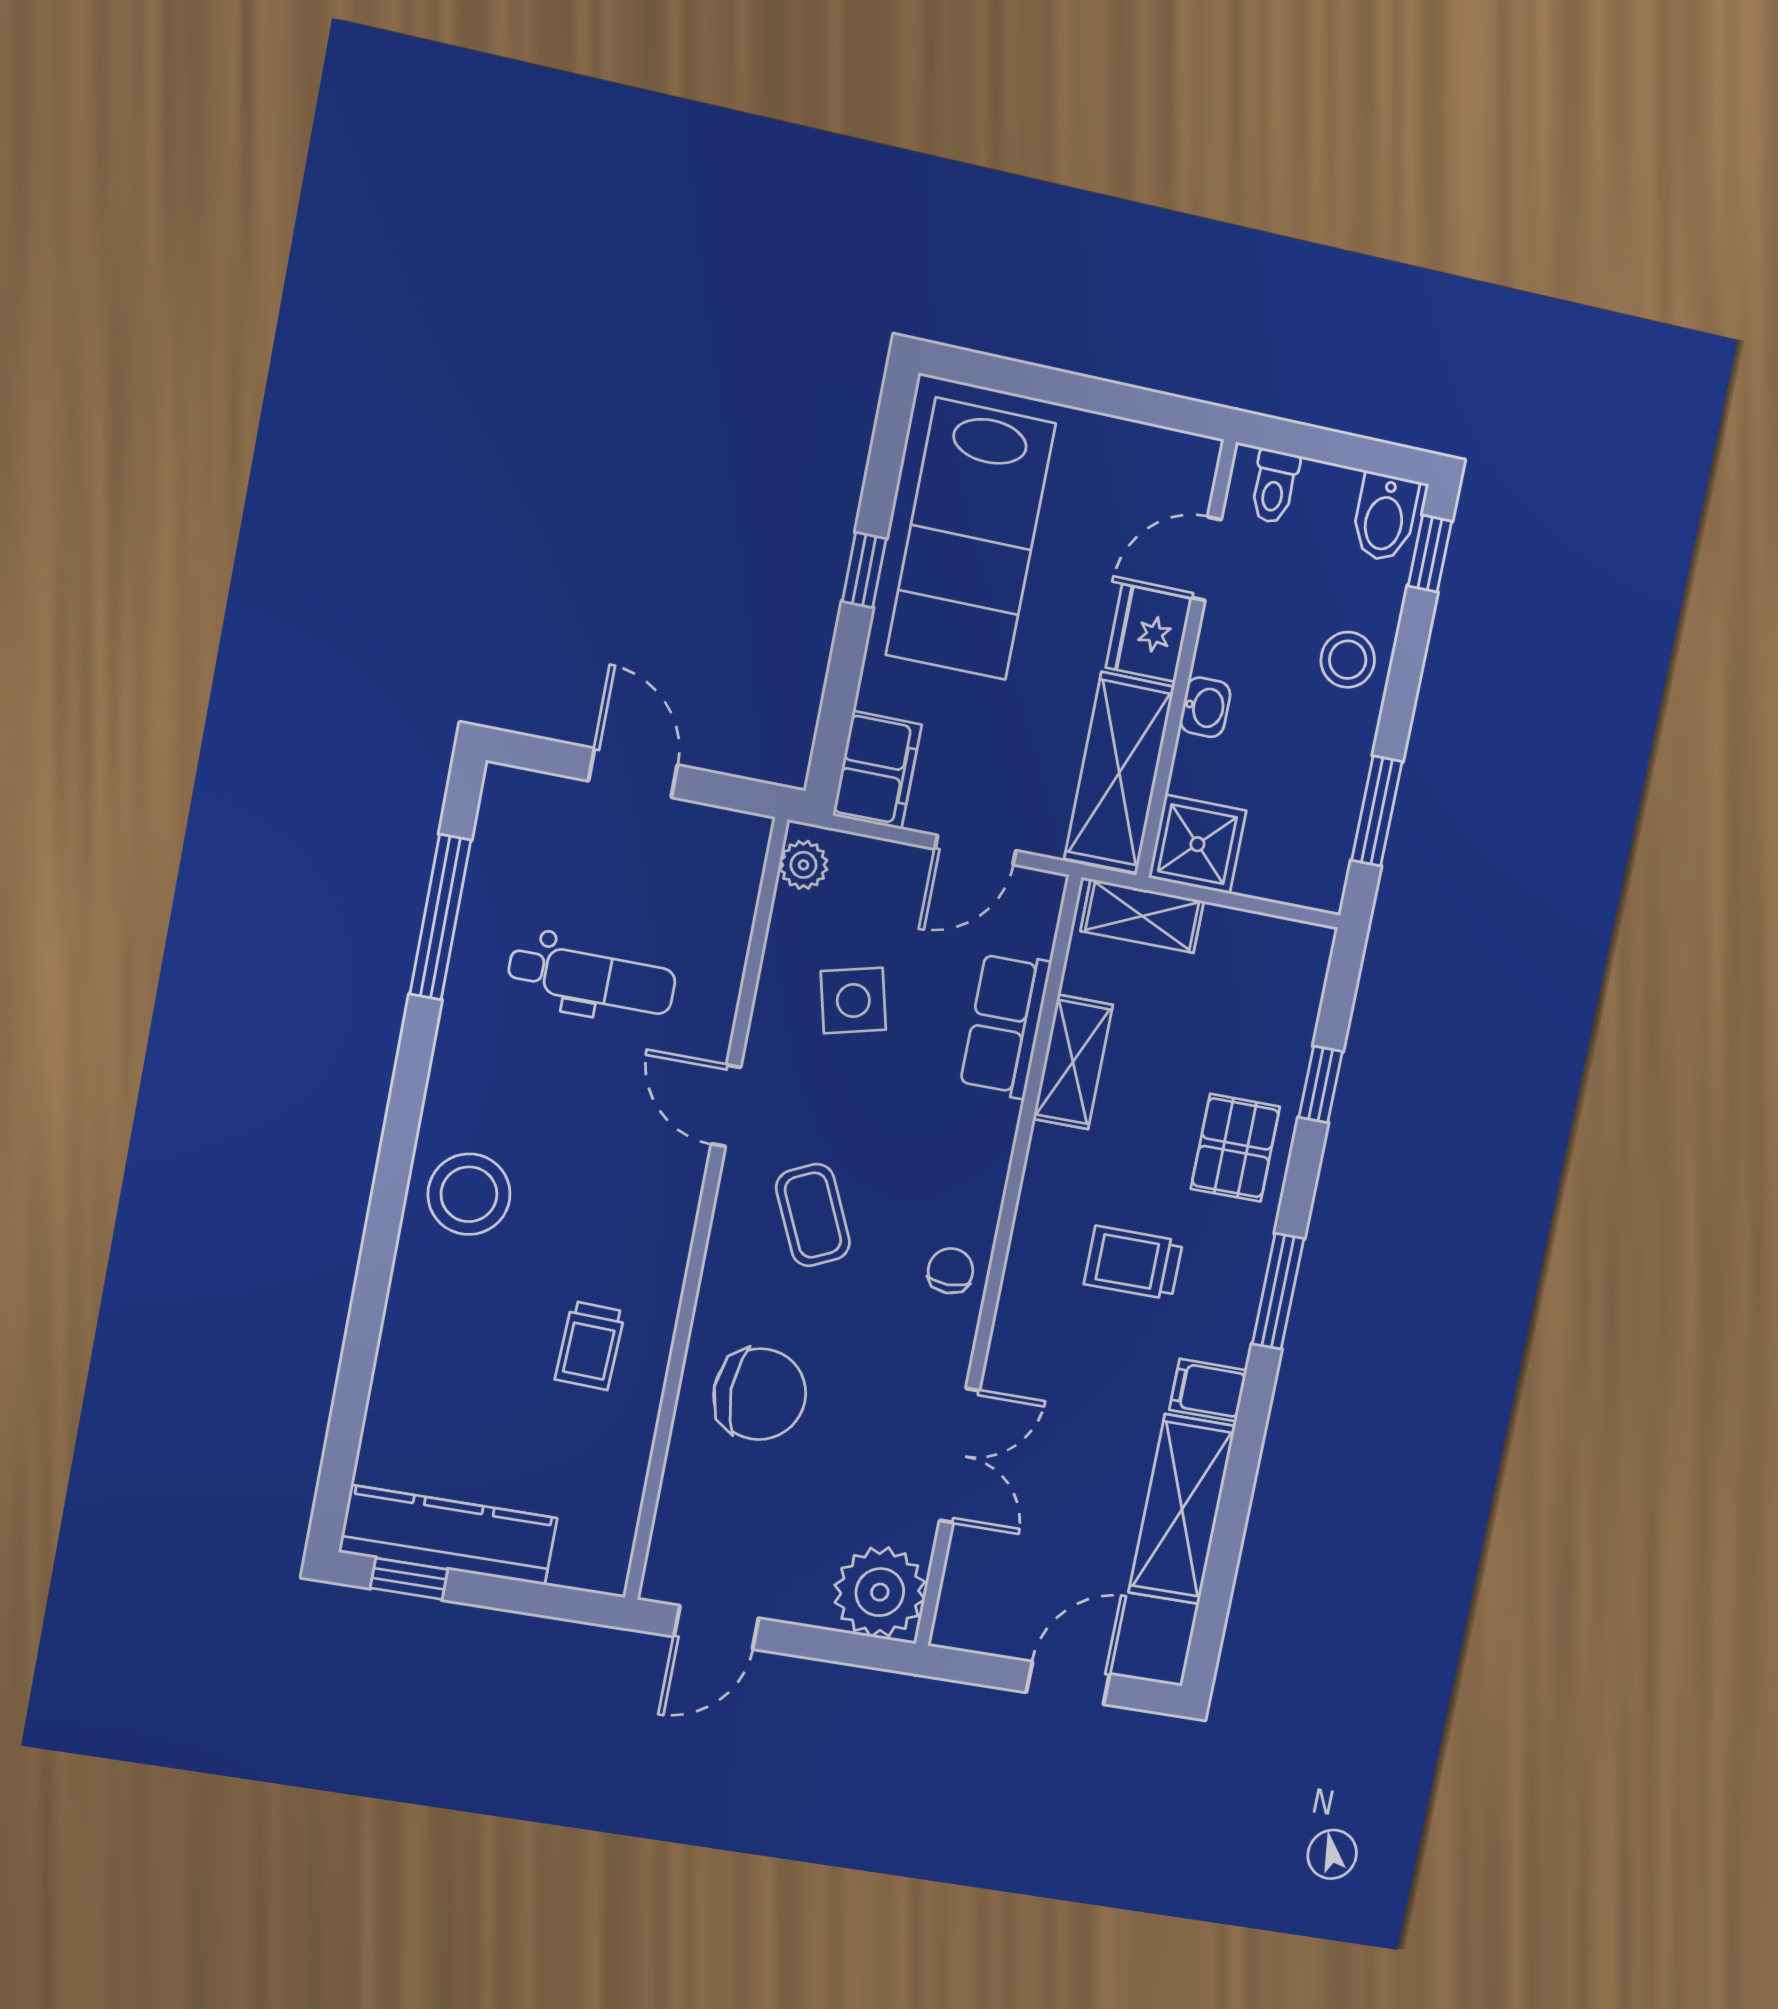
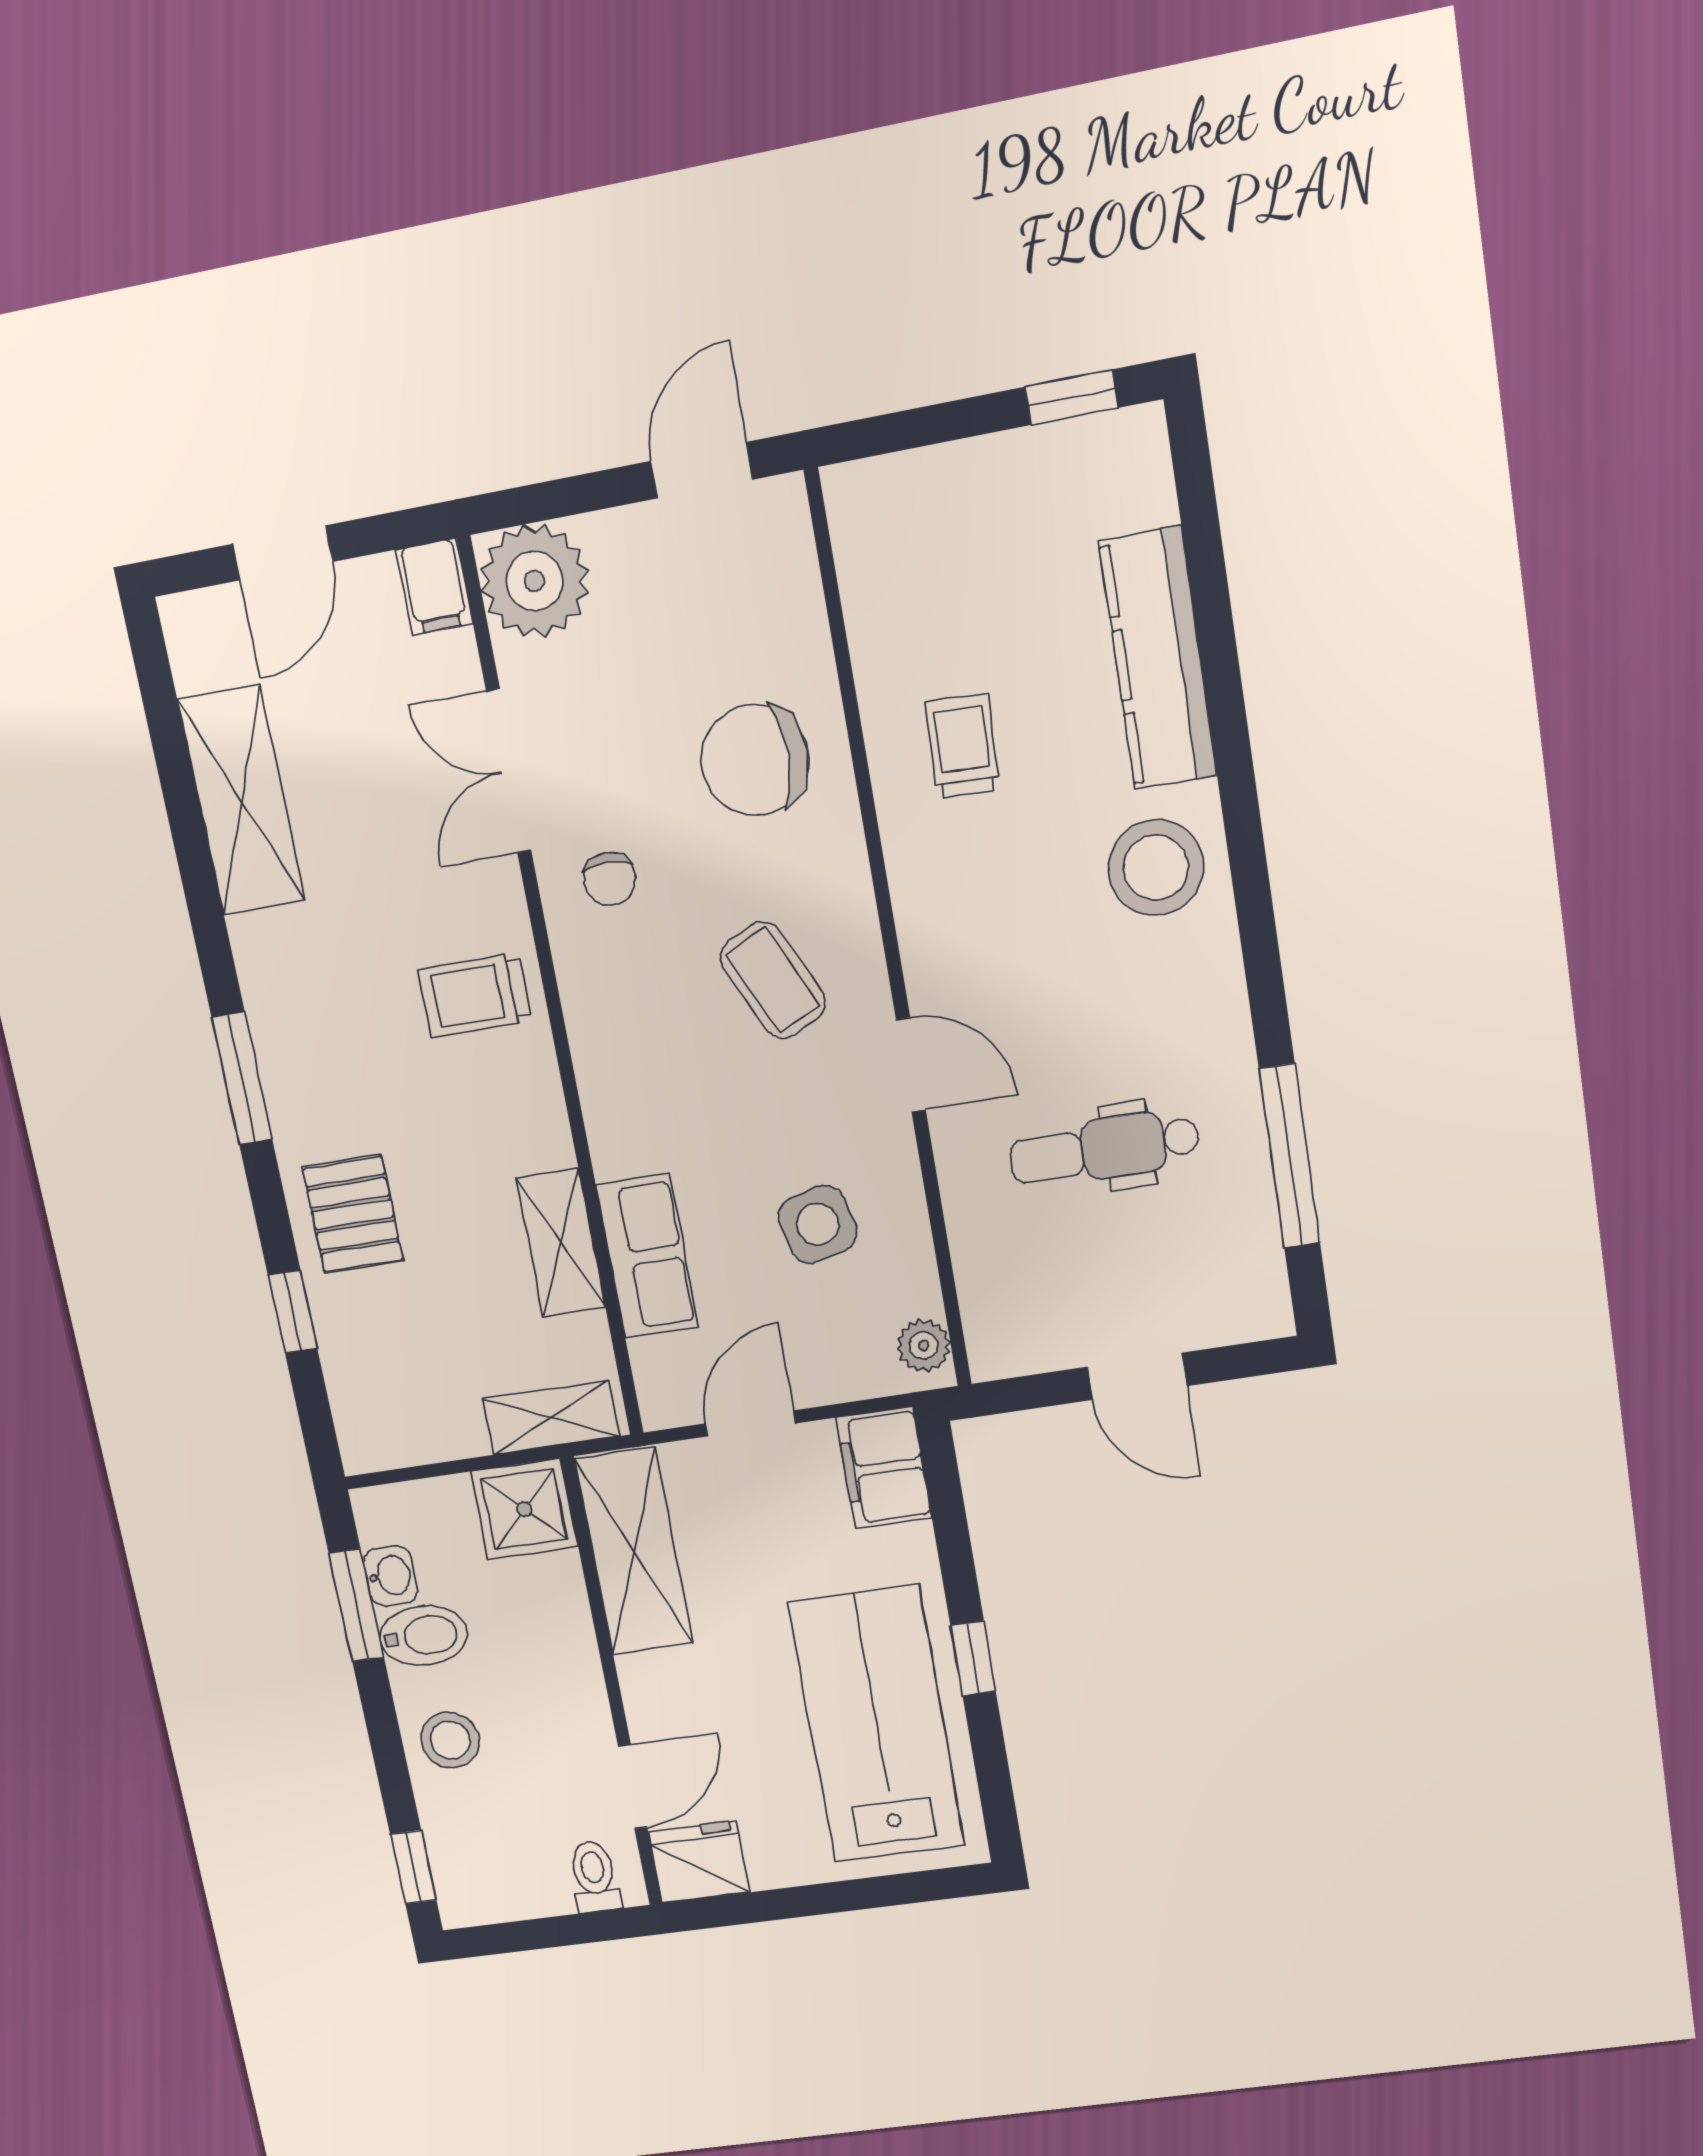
bidet: (1385, 517) -> (424, 1636), moved, turned 90
fridge: (1149, 633) -> (699, 1862), moved, turned -90
washbasin: (1205, 707) -> (390, 1576), moved, turned 180
trolley: (1133, 1263) -> (475, 995), moved, turned 180
chair: (950, 1271) -> (610, 879), moved
filing cabinet: (1208, 1390) -> (434, 587), moved, turned 90
kitchen counter: (448, 1535) -> (1158, 659), moved, turned 90

